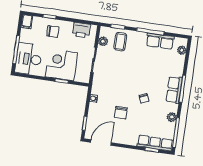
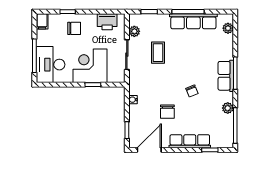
row of seats: (160, 41) -> (193, 21), width x1.48
coffee table: (120, 42) -> (158, 53), moved
row of seats: (155, 143) -> (190, 141), moved

